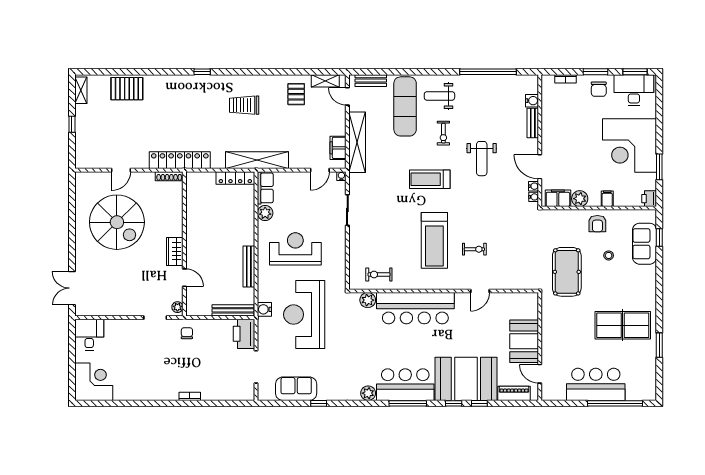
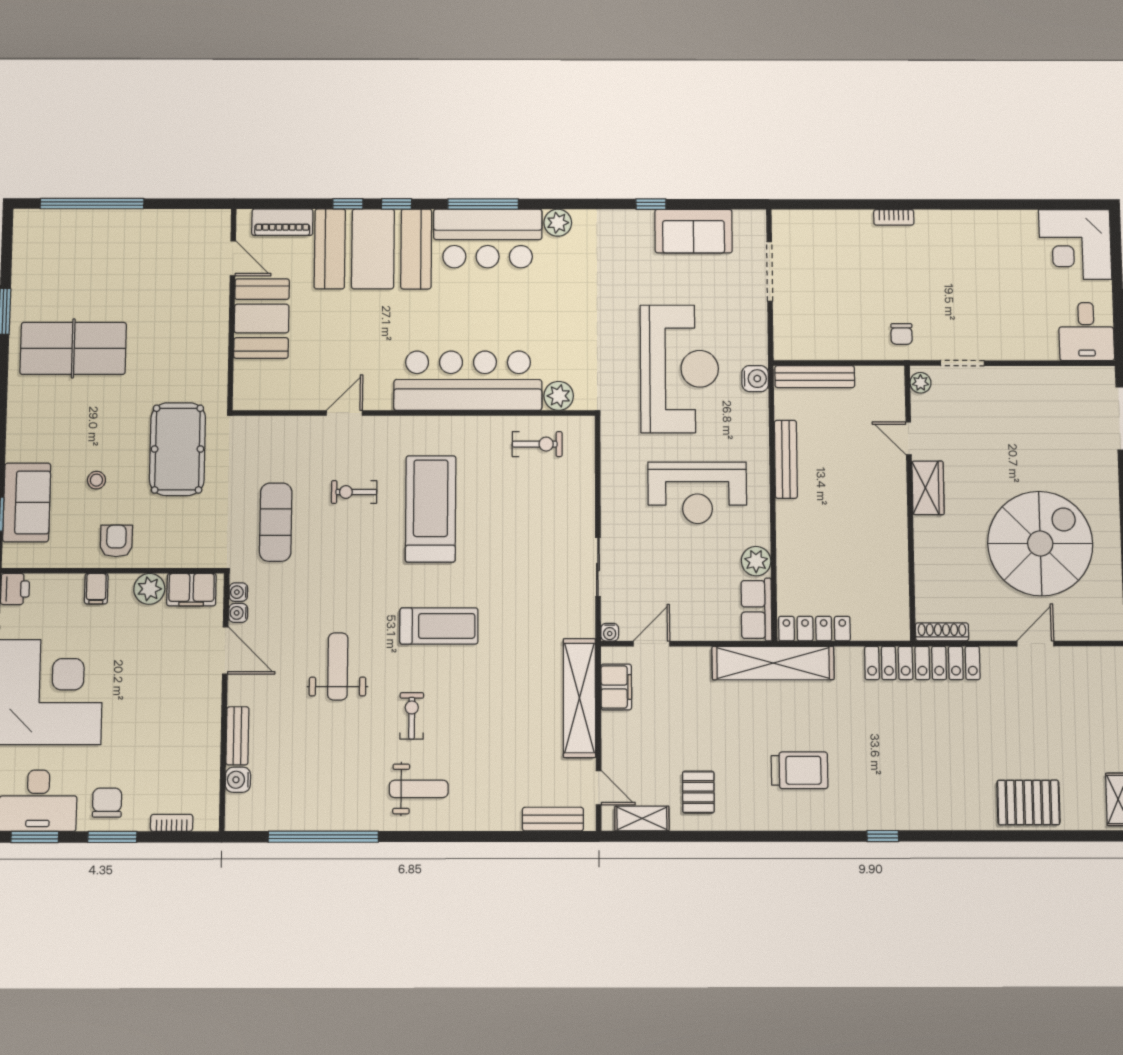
exercise mat: (405, 106) -> (276, 522), moved, width x0.73, depth x0.69
spiral stairs: (117, 222) -> (1040, 544), turned 90
printer: (244, 334) -> (793, 333), removed
bar counter: (596, 384) -> (127, 239), removed

